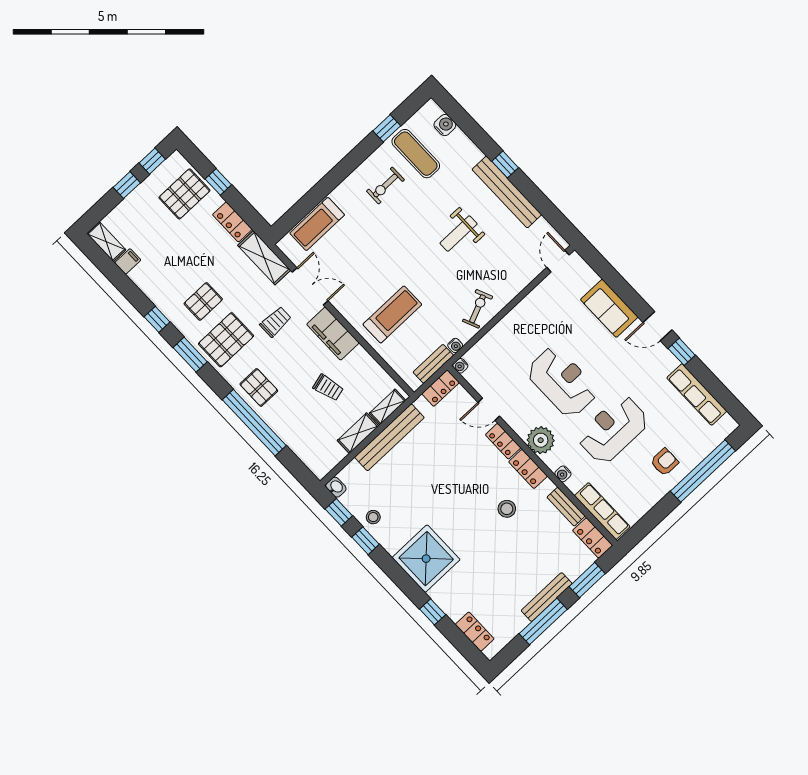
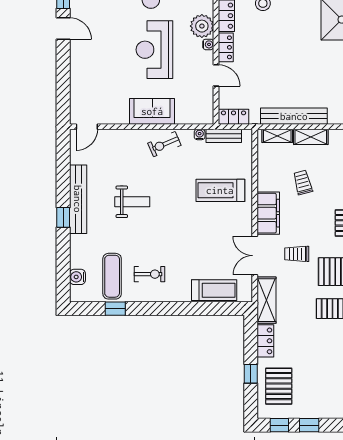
pallet: (184, 194) -> (279, 386), turned 90
sofa: (609, 308) -> (152, 111), moved, turned -90
water cooler: (460, 366) -> (208, 44), moved

